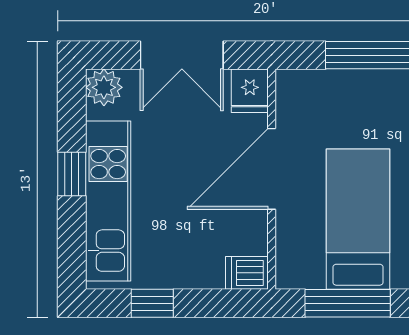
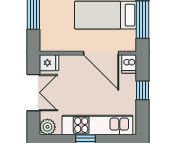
door: (272, 169) -> (101, 53), moved
window: (152, 303) -> (142, 90), moved

